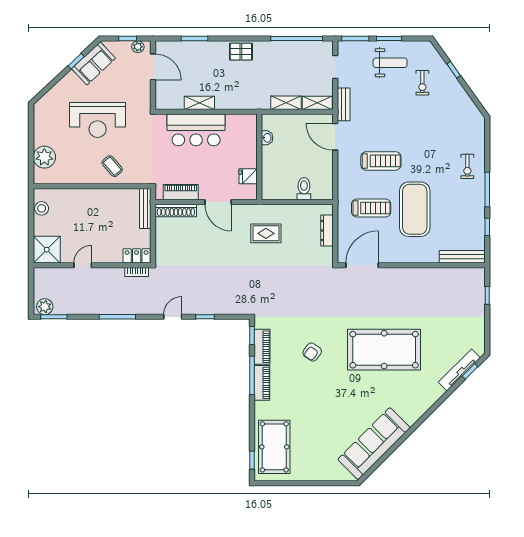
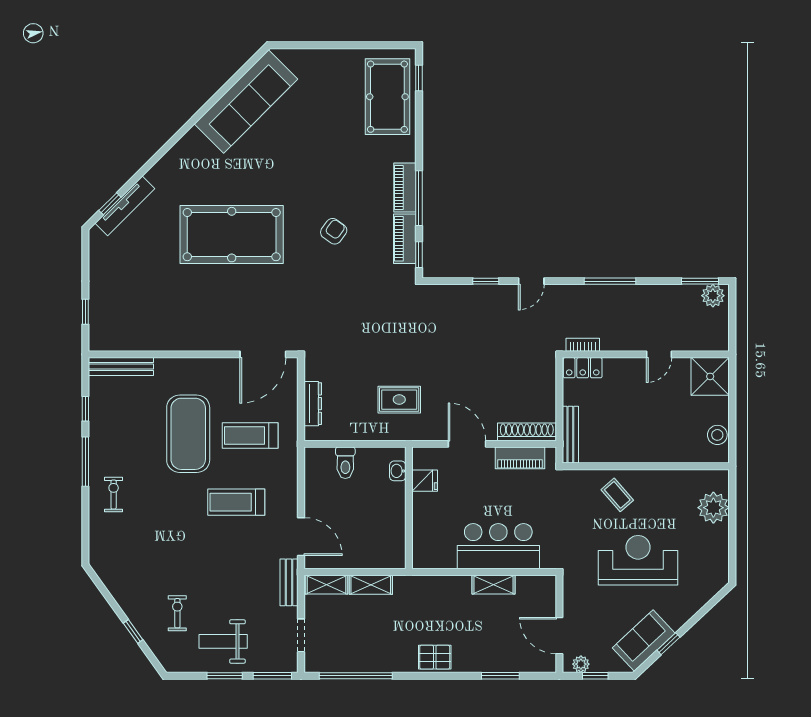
washbasin: (267, 138) -> (398, 471), moved

